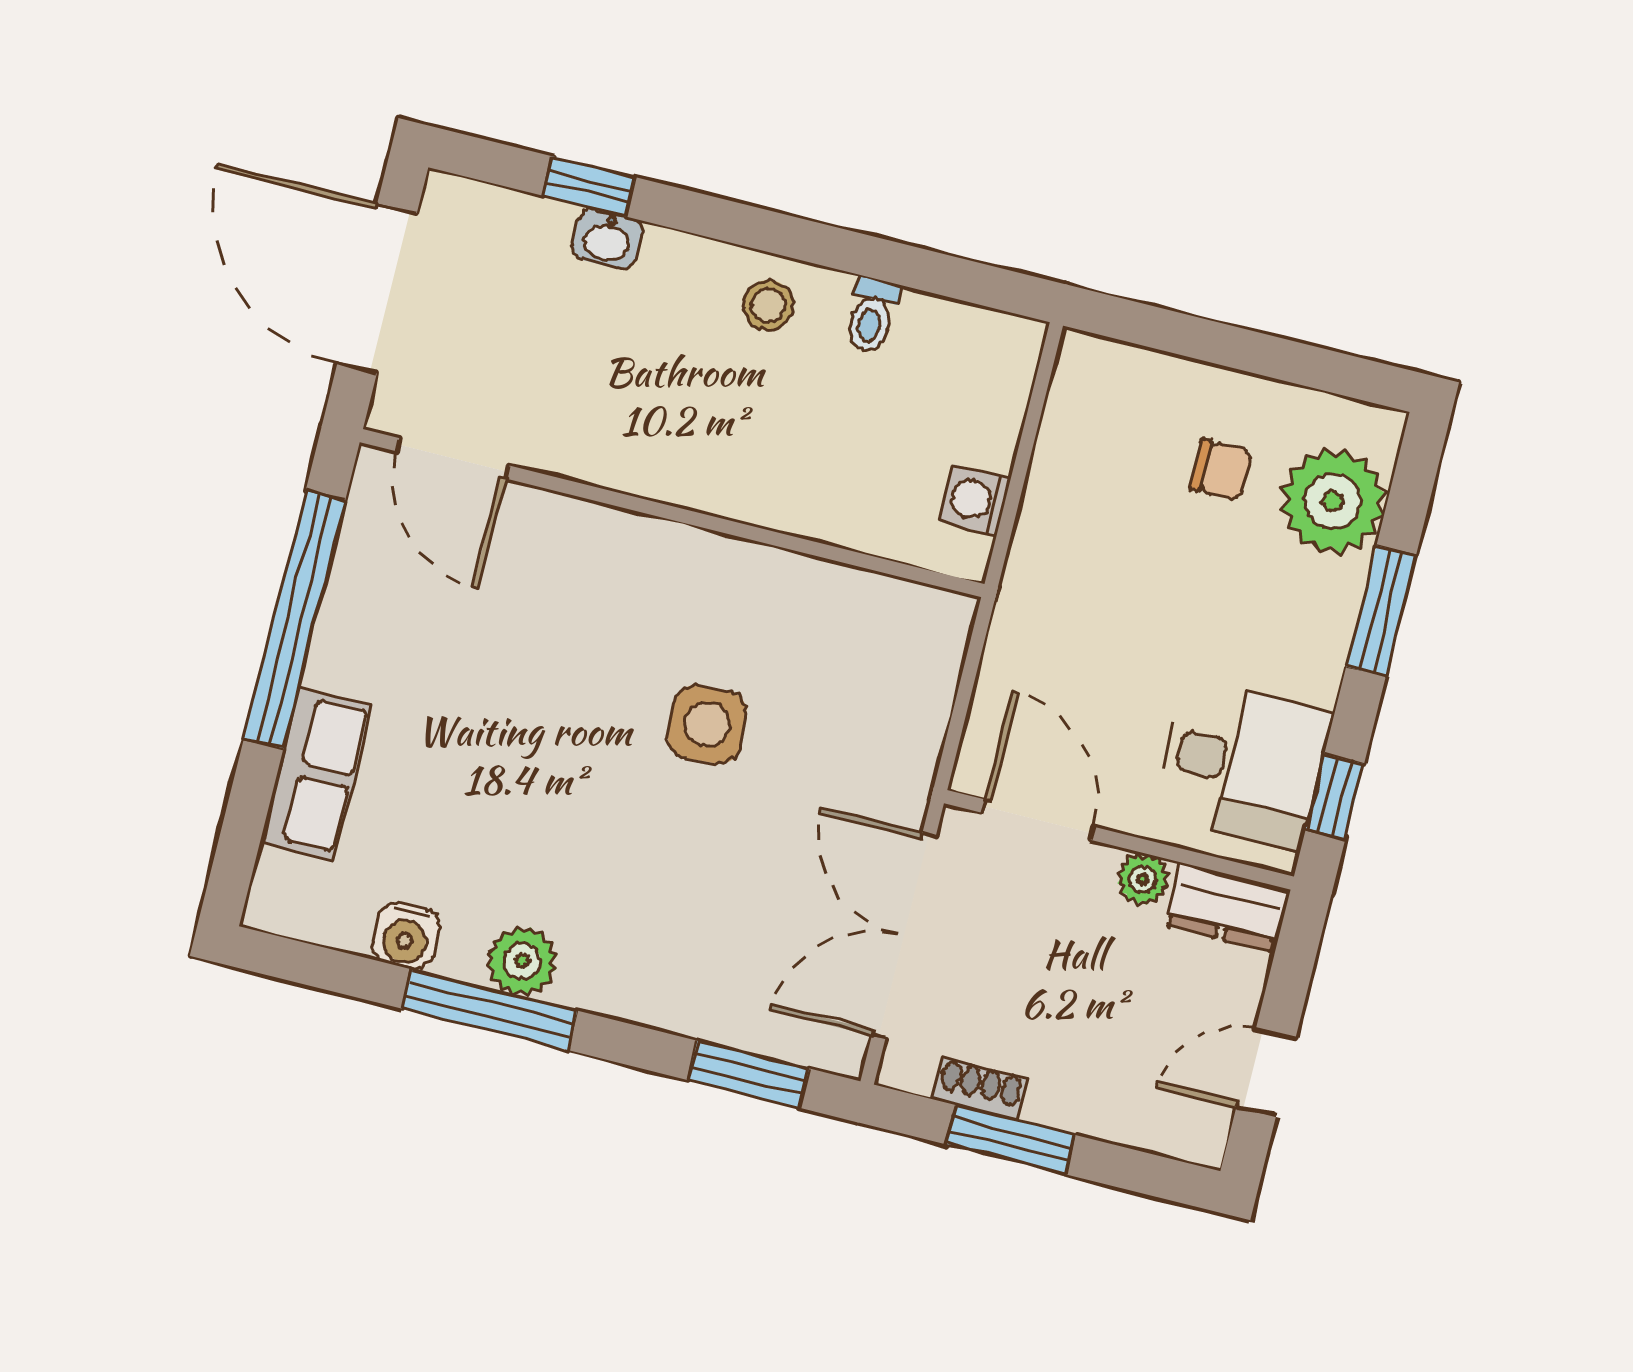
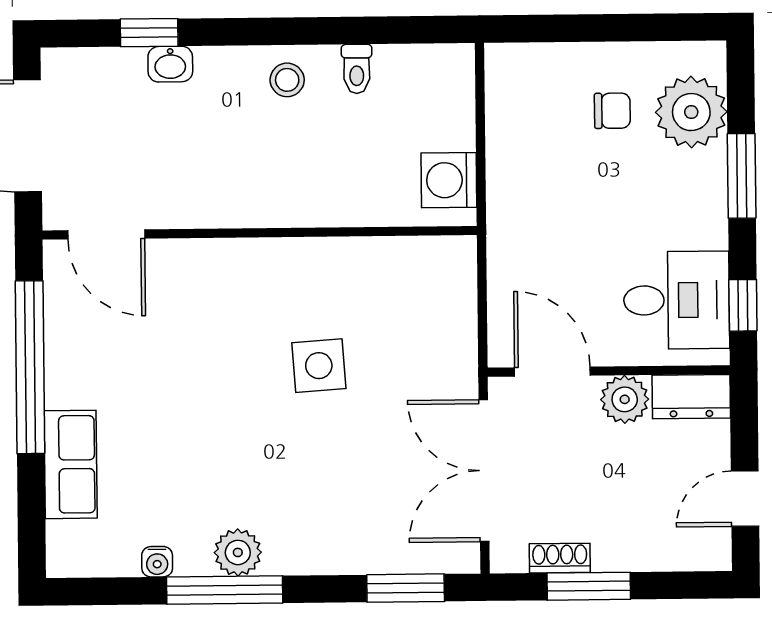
washing machine: (975, 500) -> (449, 180), width x1.38, depth x1.38
plant: (1143, 879) -> (625, 399), width x1.38, depth x1.38
water cooler: (406, 936) -> (157, 562), width x0.72, depth x0.72

